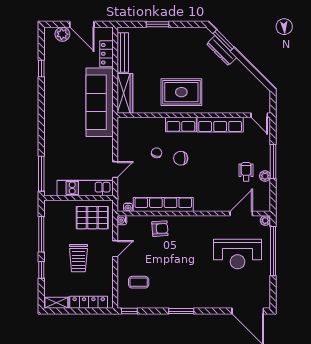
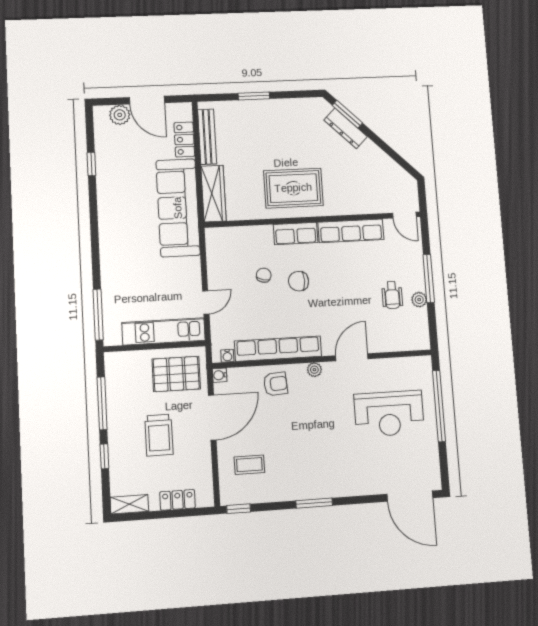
wheelchair: (246, 172) -> (392, 295), turned 180
door: (241, 214) -> (352, 357), moved
plant: (265, 221) -> (314, 370), moved
door: (115, 249) -> (212, 417), width x1.88
locker: (89, 302) -> (178, 500), width x0.66

